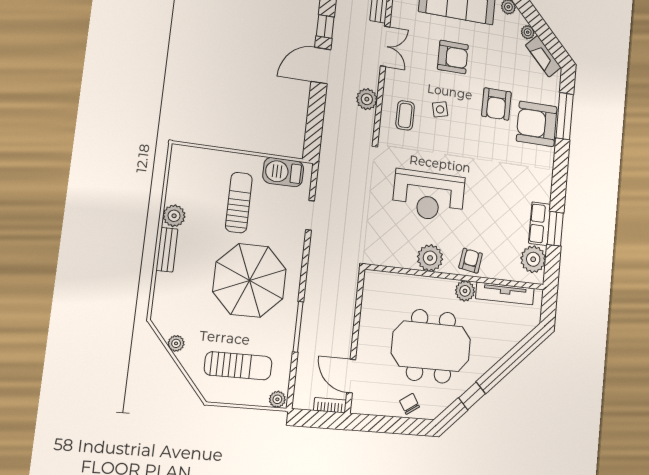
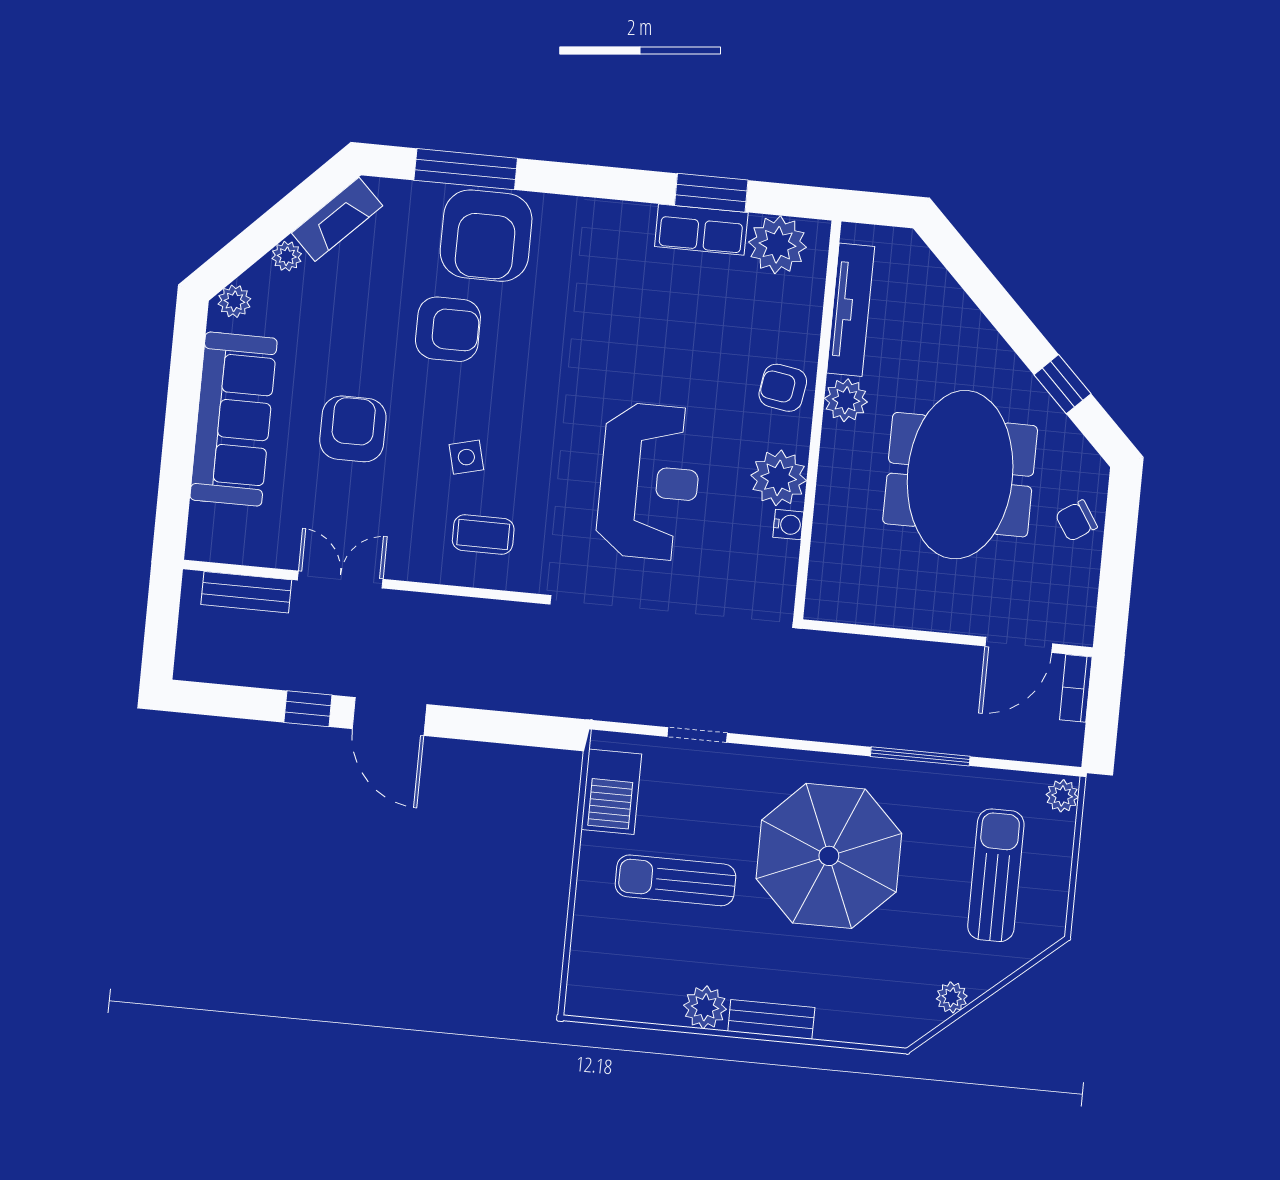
plant: (367, 99) -> (454, 618), removed
water cooler: (409, 262) -> (788, 525), added

